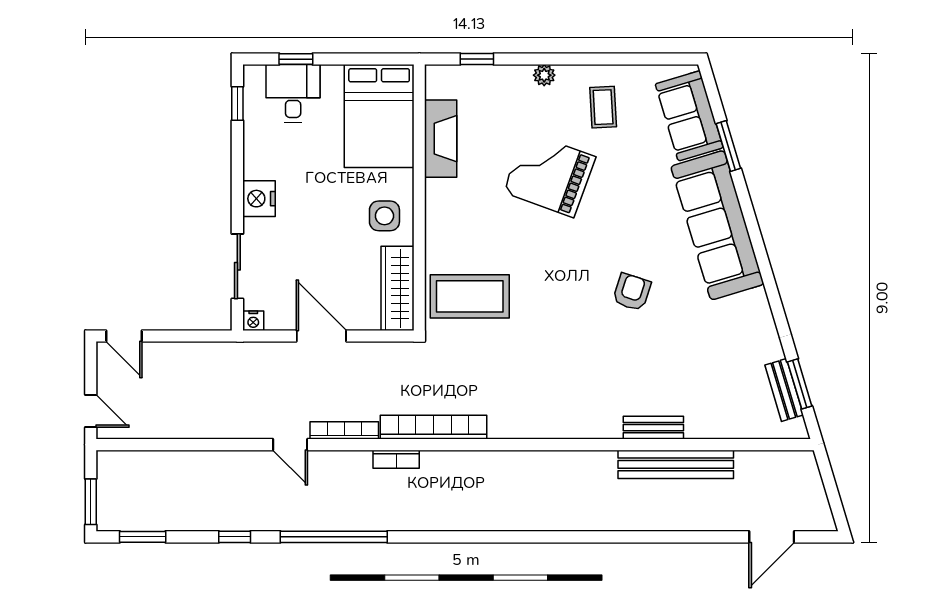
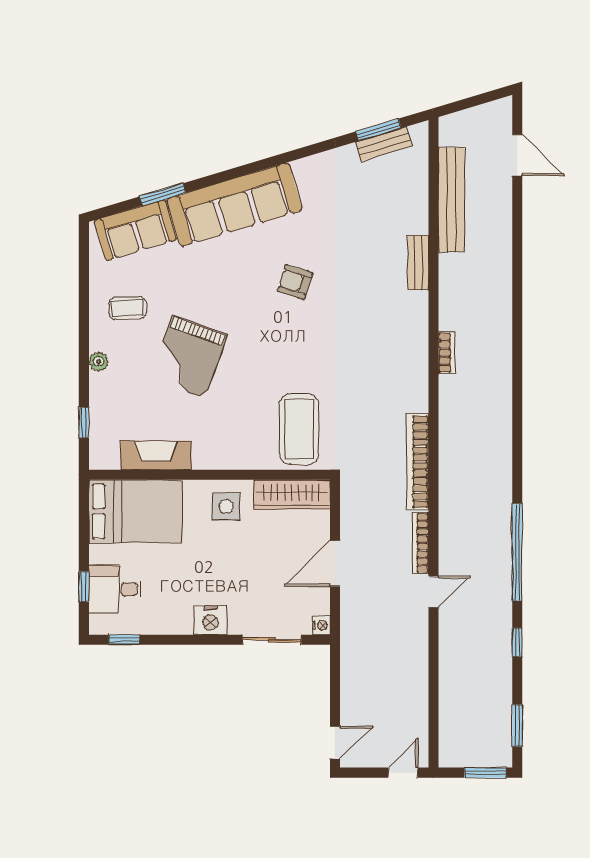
bookcase: (396, 459) -> (447, 353), moved
bench: (676, 464) -> (451, 200), moved

